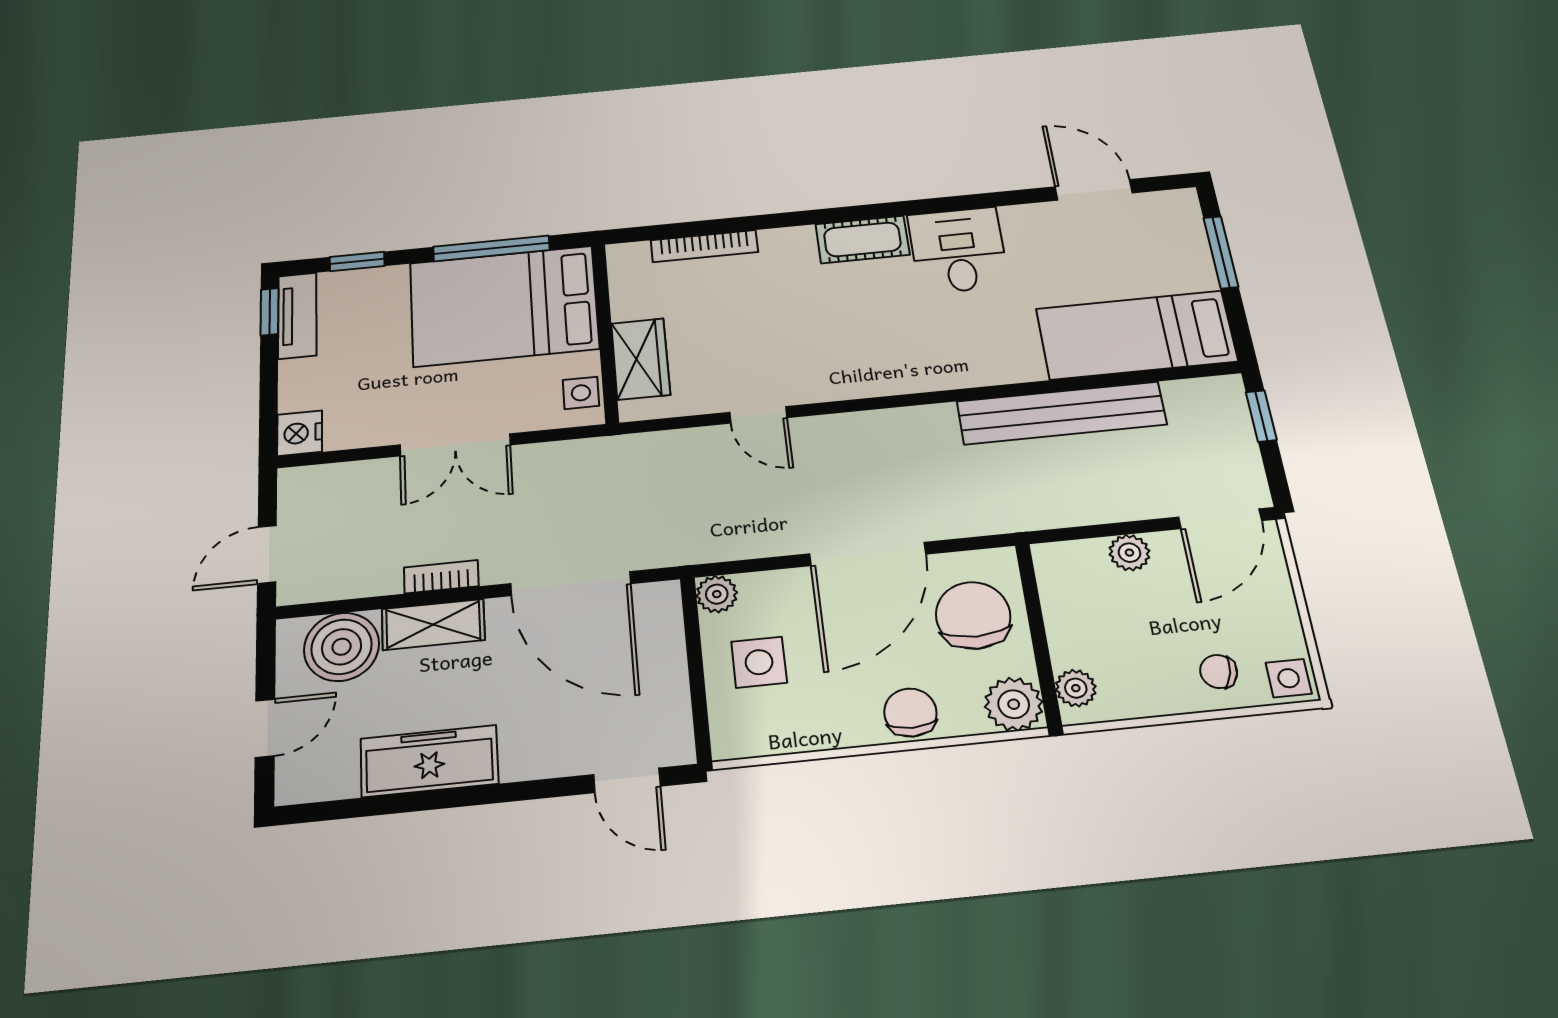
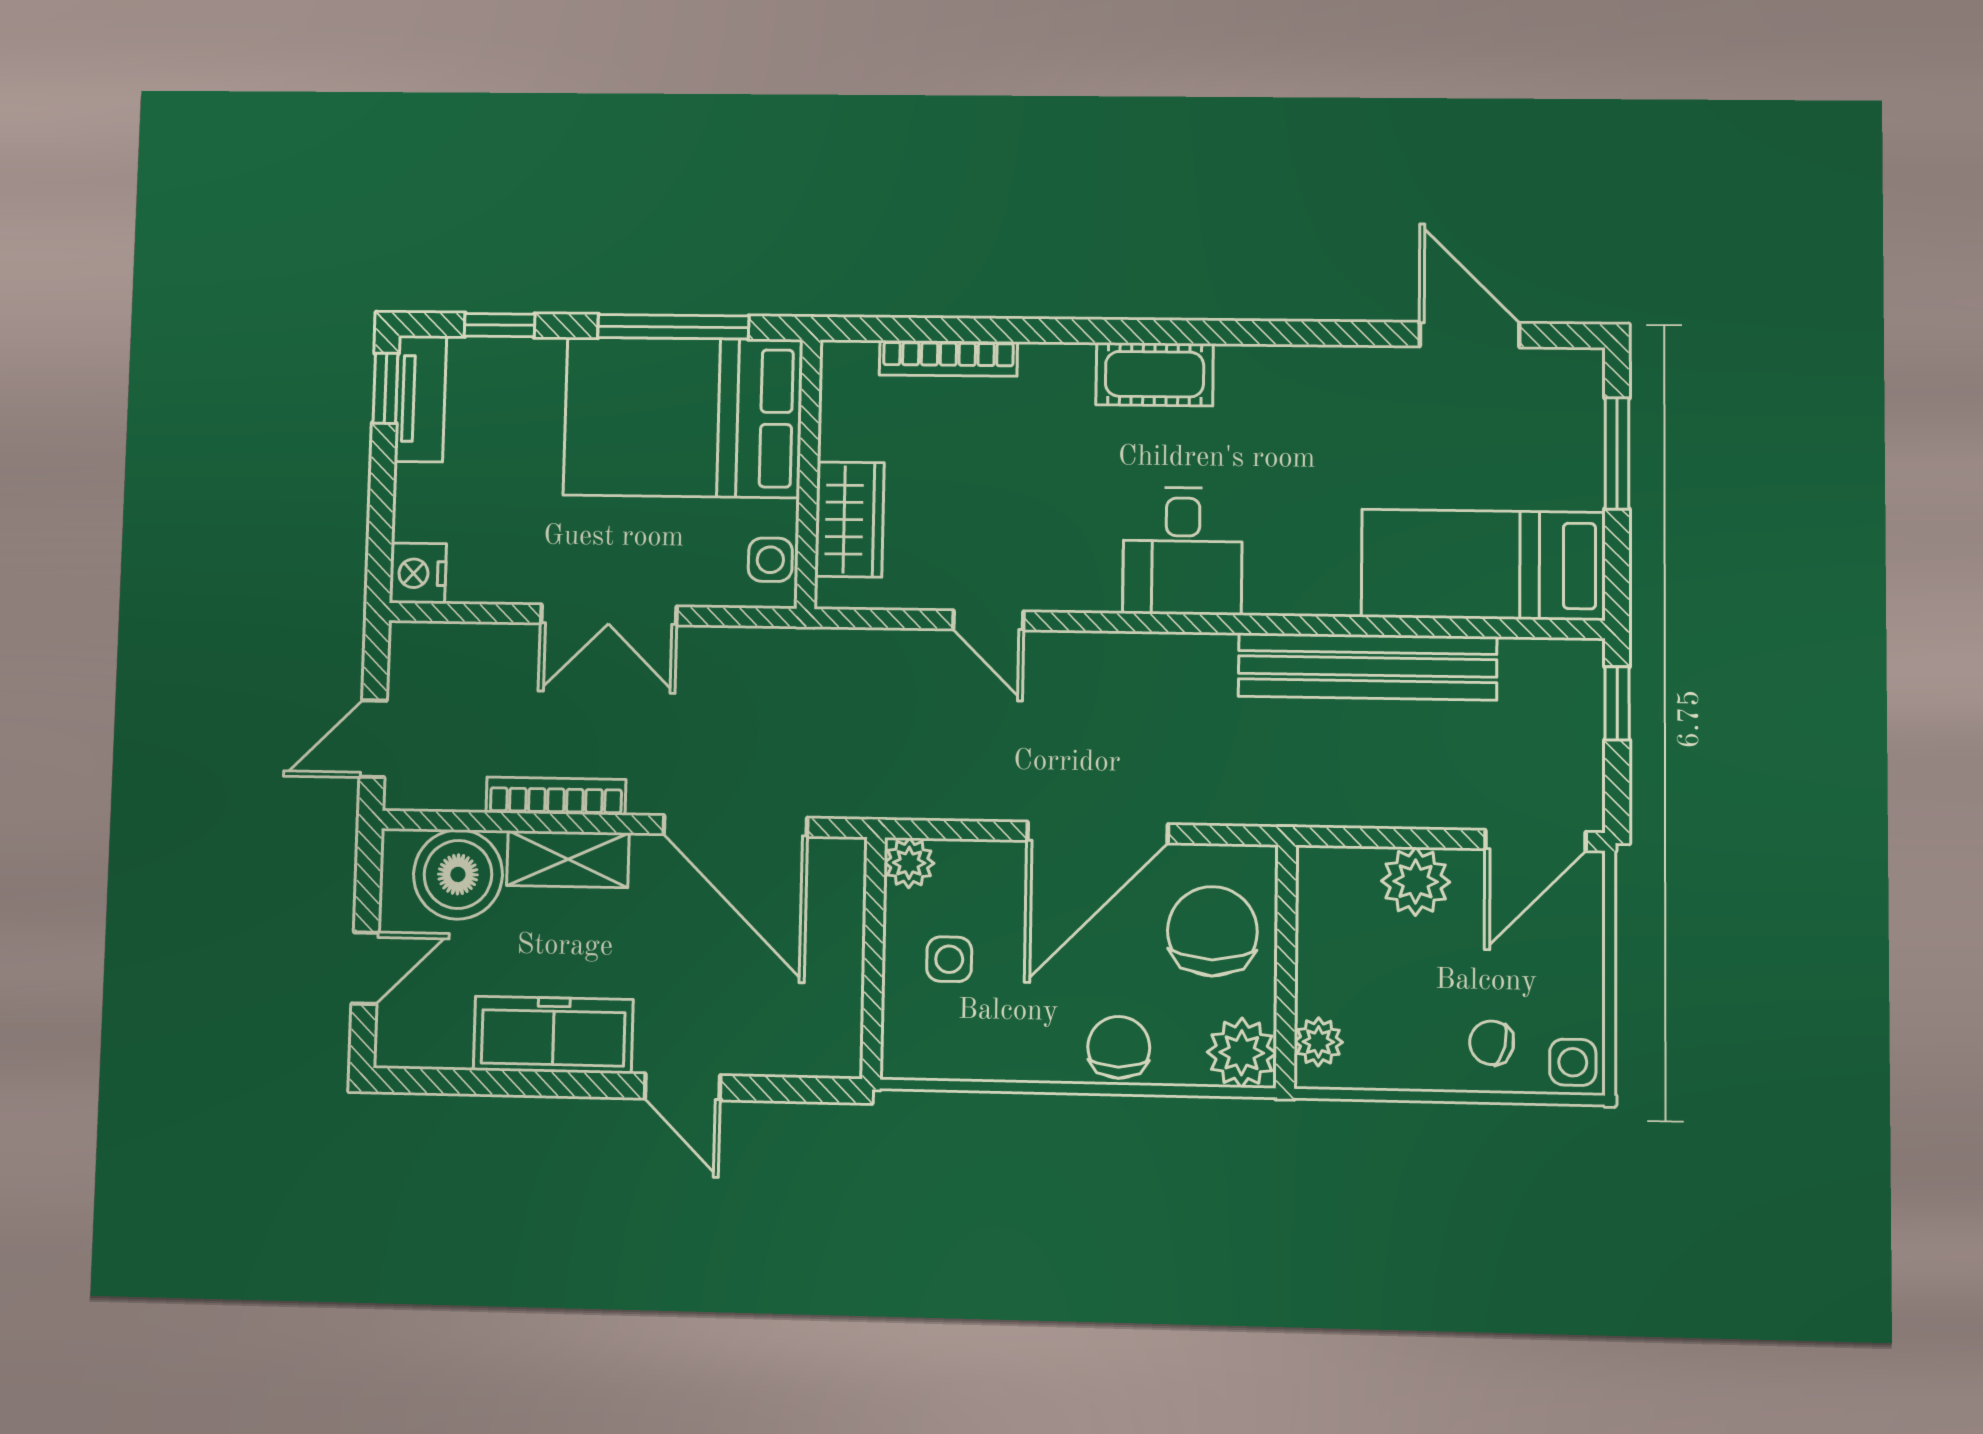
desk: (958, 250) -> (1183, 551), moved, turned 180
plant: (1129, 553) -> (1416, 881), width x1.38, depth x1.38
bookcase: (441, 577) -> (556, 796), width x1.56
side table: (759, 662) -> (949, 959), width x0.73, depth x0.73
door: (627, 780) -> (682, 1087), moved

